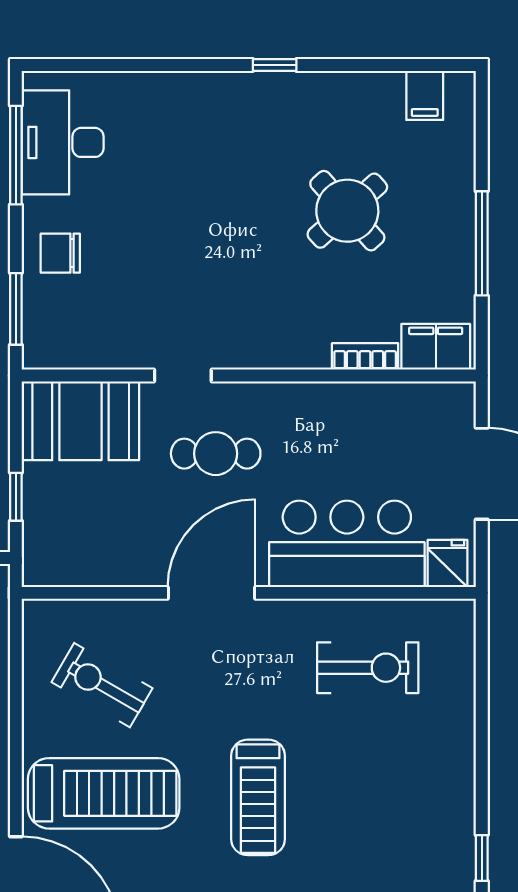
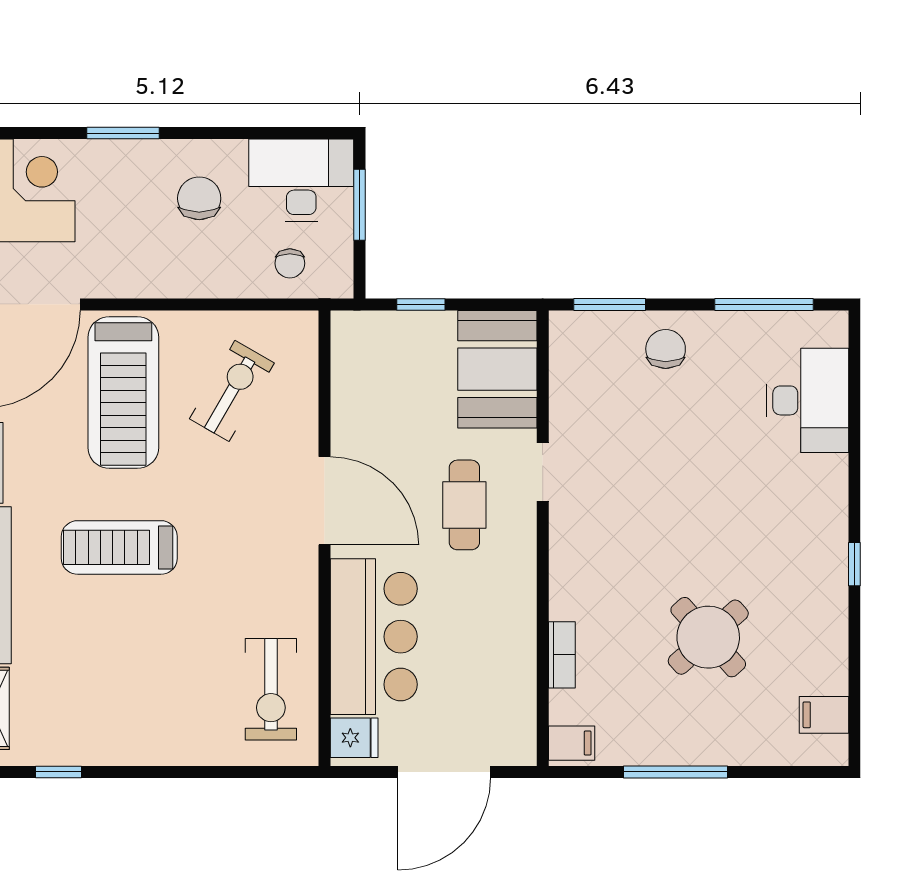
desk: (63, 142) -> (807, 400), moved, turned 90
filing cabinet: (436, 347) -> (572, 743), width x0.50
exercise bike: (368, 668) -> (271, 689), moved

